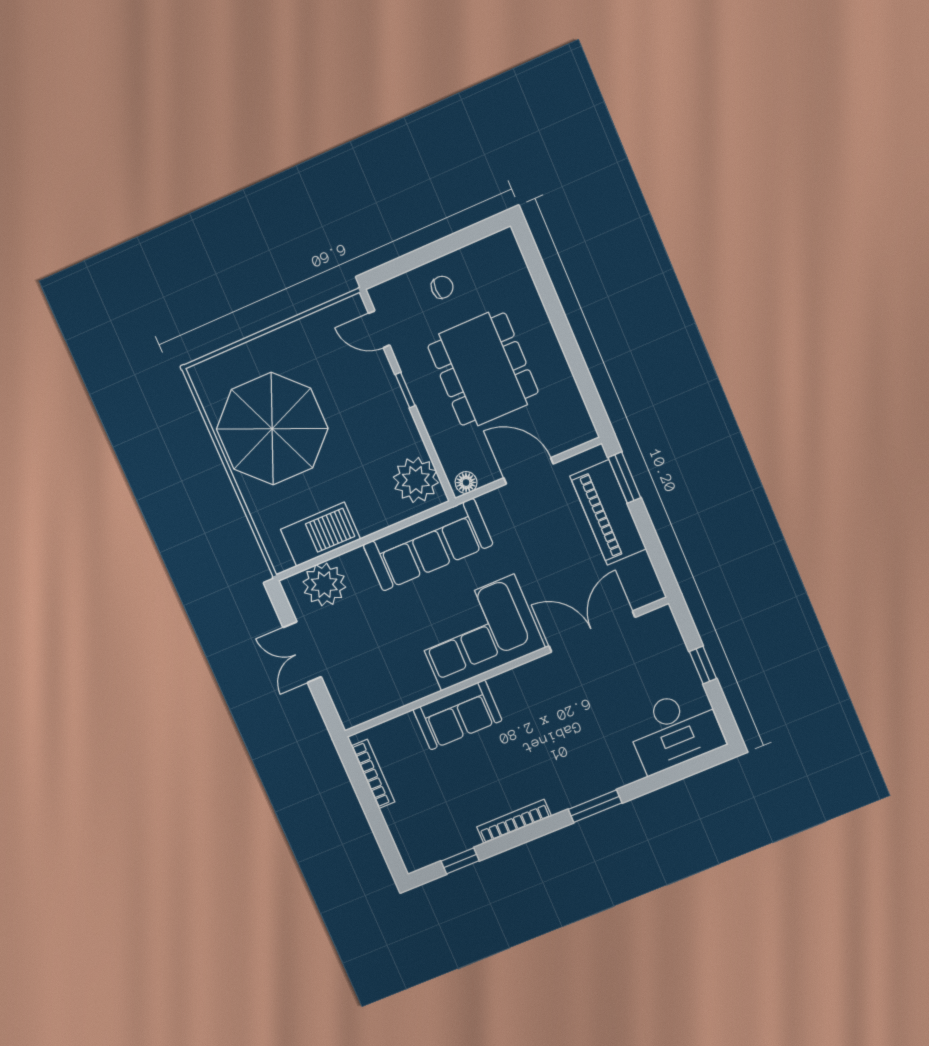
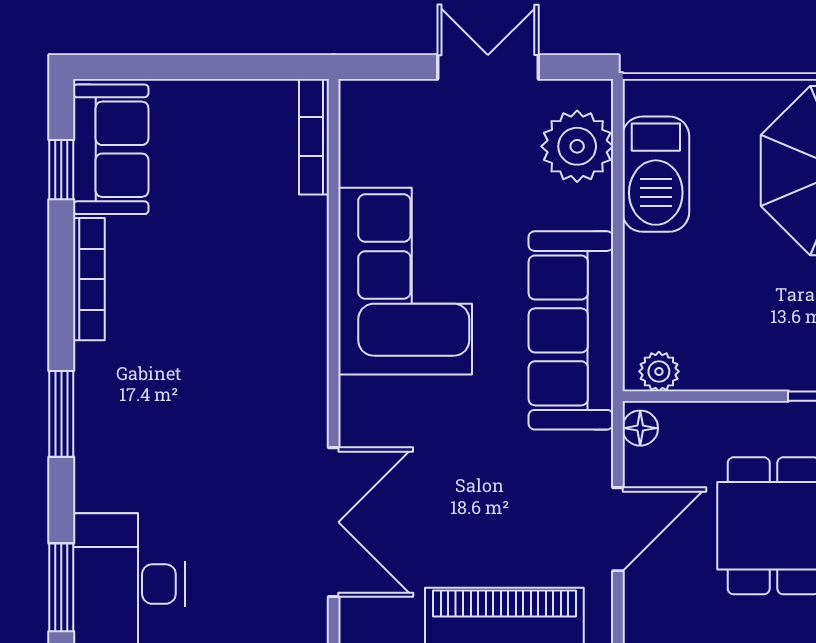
plant: (416, 480) -> (659, 371), width x0.53, depth x0.53
corner sofa: (478, 633) -> (405, 281), moved
sofa: (458, 715) -> (111, 149), moved, turned 180
window: (692, 767) -> (61, 587), added
bookcase: (373, 774) -> (314, 137), moved, turned 90

